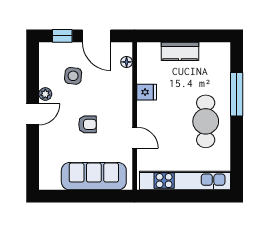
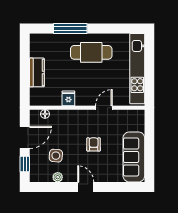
plant: (45, 94) -> (58, 177), moved
sofa: (94, 176) -> (134, 157), moved

